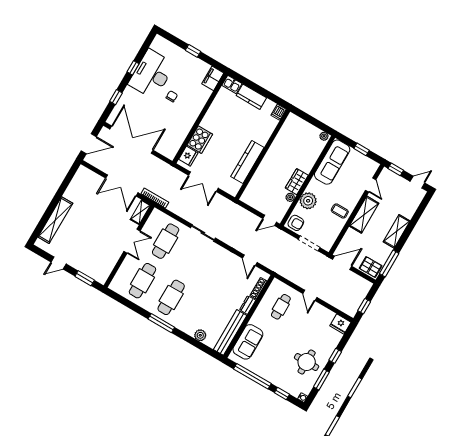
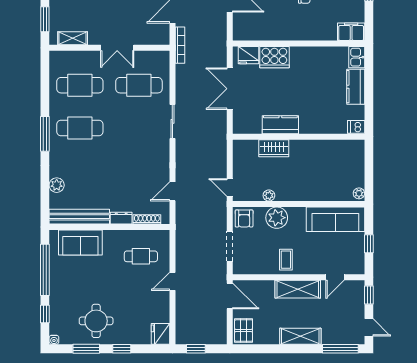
kitchen counter: (247, 162) -> (280, 125), width x0.67
wardrobe: (297, 182) -> (274, 148), moved, turned 180
shelving: (140, 212) -> (73, 38), moved
window: (389, 263) -> (340, 349), moved

